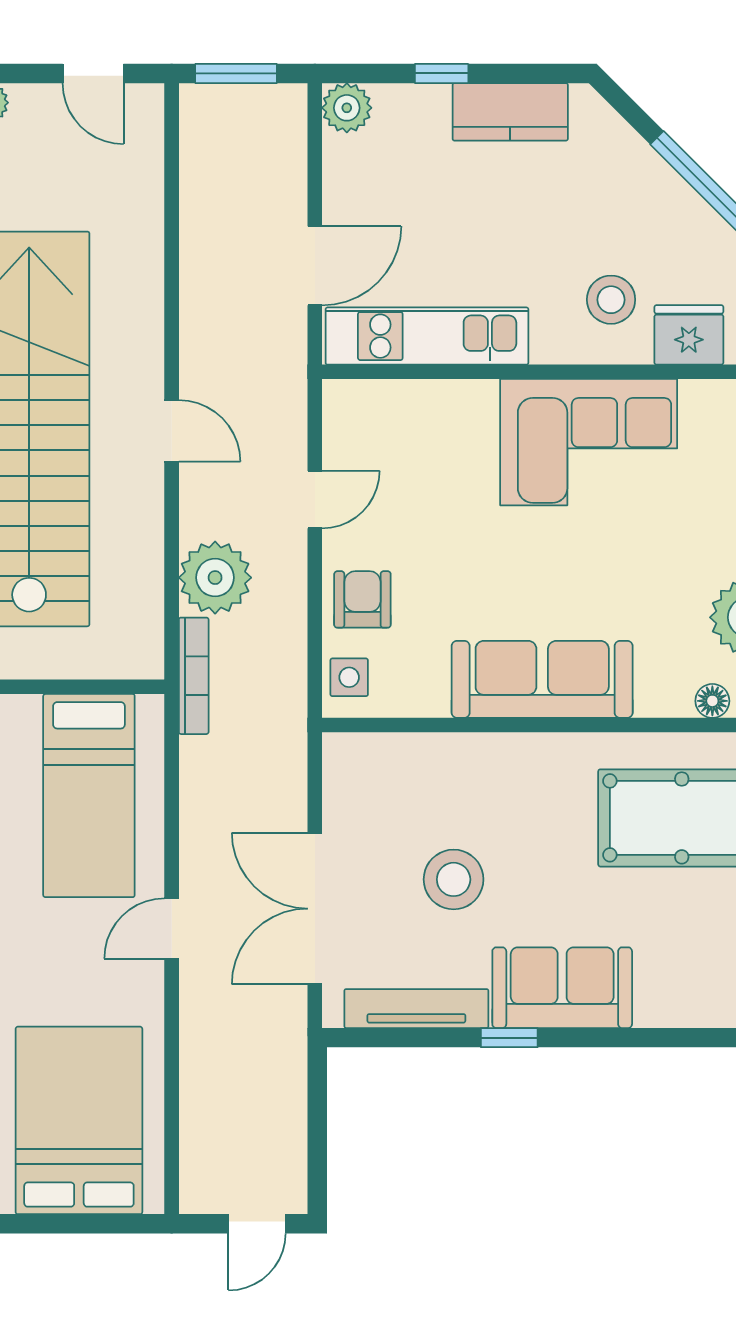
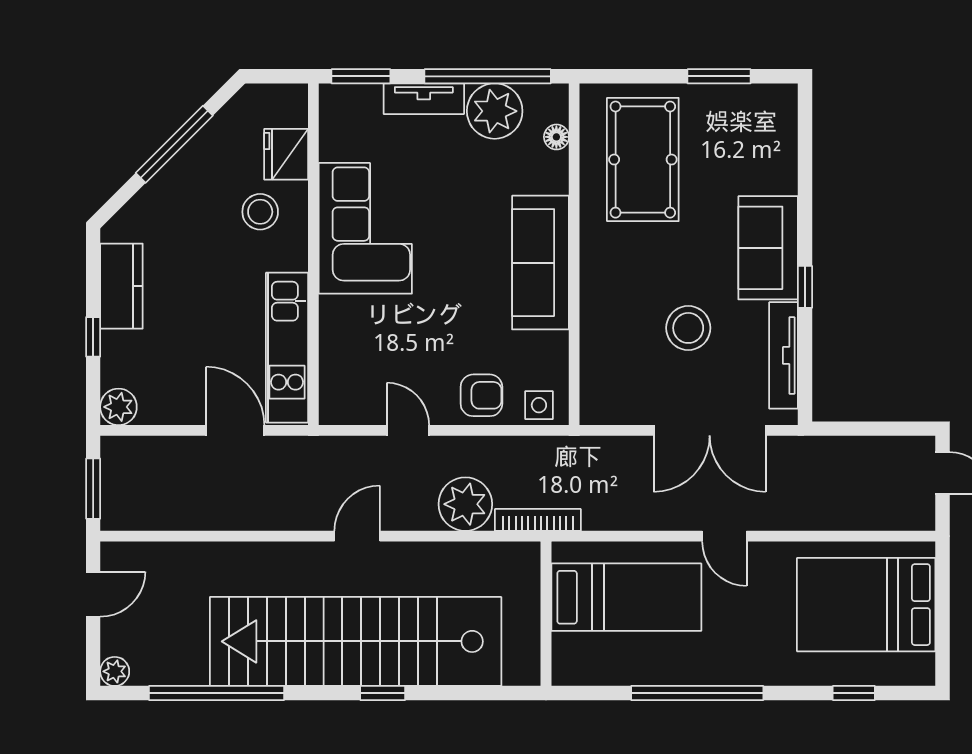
armchair: (362, 599) -> (481, 395), turned 180

